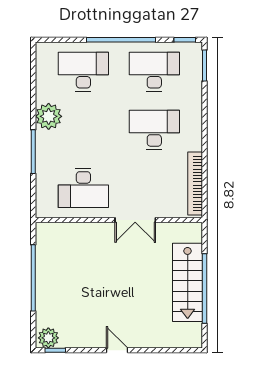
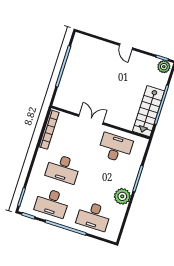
stairs: (188, 282) -> (149, 111), moved, turned 180

